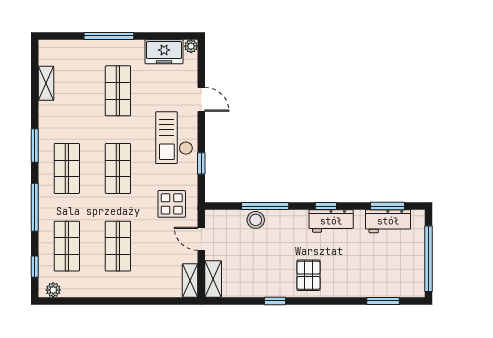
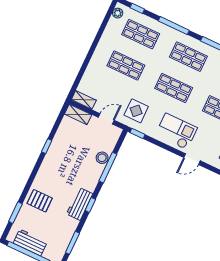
window: (201, 163) -> (137, 134), moved
workbench: (388, 221) -> (30, 242), moved, turned 90
pallet: (309, 275) -> (40, 201), moved

